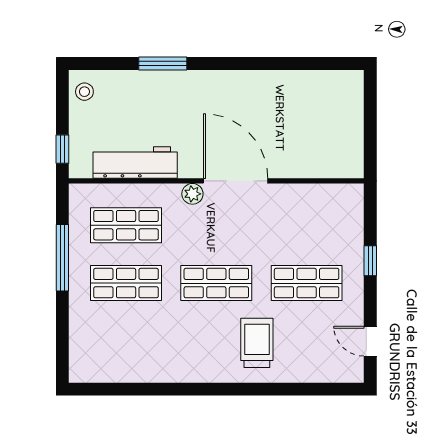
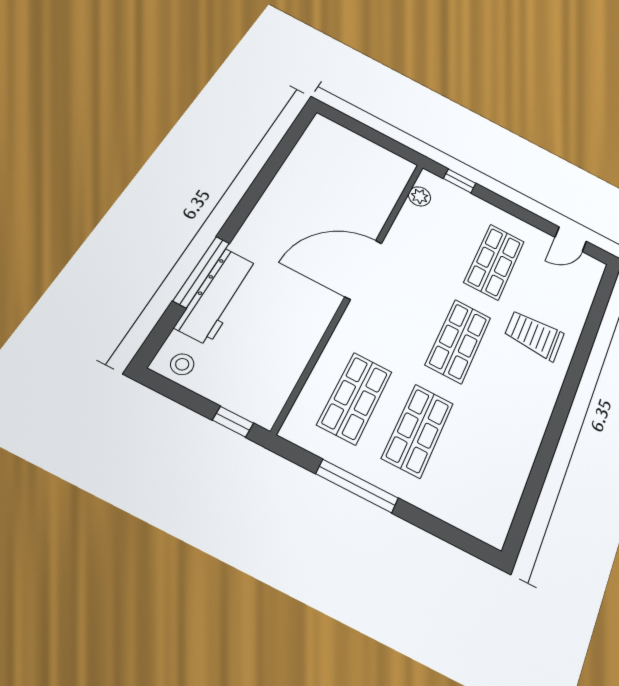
window: (163, 63) -> (202, 272), width x1.44
workbench: (135, 163) -> (217, 296), moved, turned 180
plant: (192, 194) -> (420, 196), moved
window: (370, 261) -> (460, 181), moved

